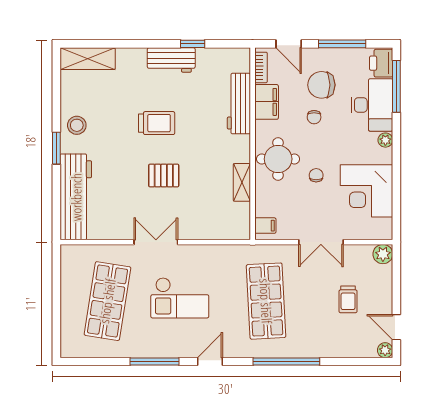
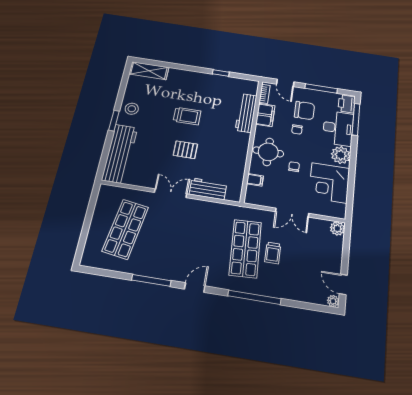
workbench: (171, 60) -> (208, 189), moved, turned 180
chair: (321, 85) -> (304, 111), turned 180
plant: (385, 140) -> (341, 155), width x1.88, depth x1.88
shelving: (242, 182) -> (240, 163), removed
filing cabinet: (265, 226) -> (255, 180), moved
checkout: (180, 298) -> (180, 235), removed
trolley: (348, 299) -> (273, 253), moved

